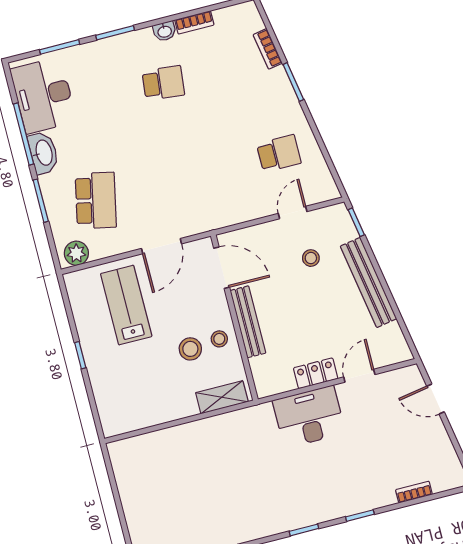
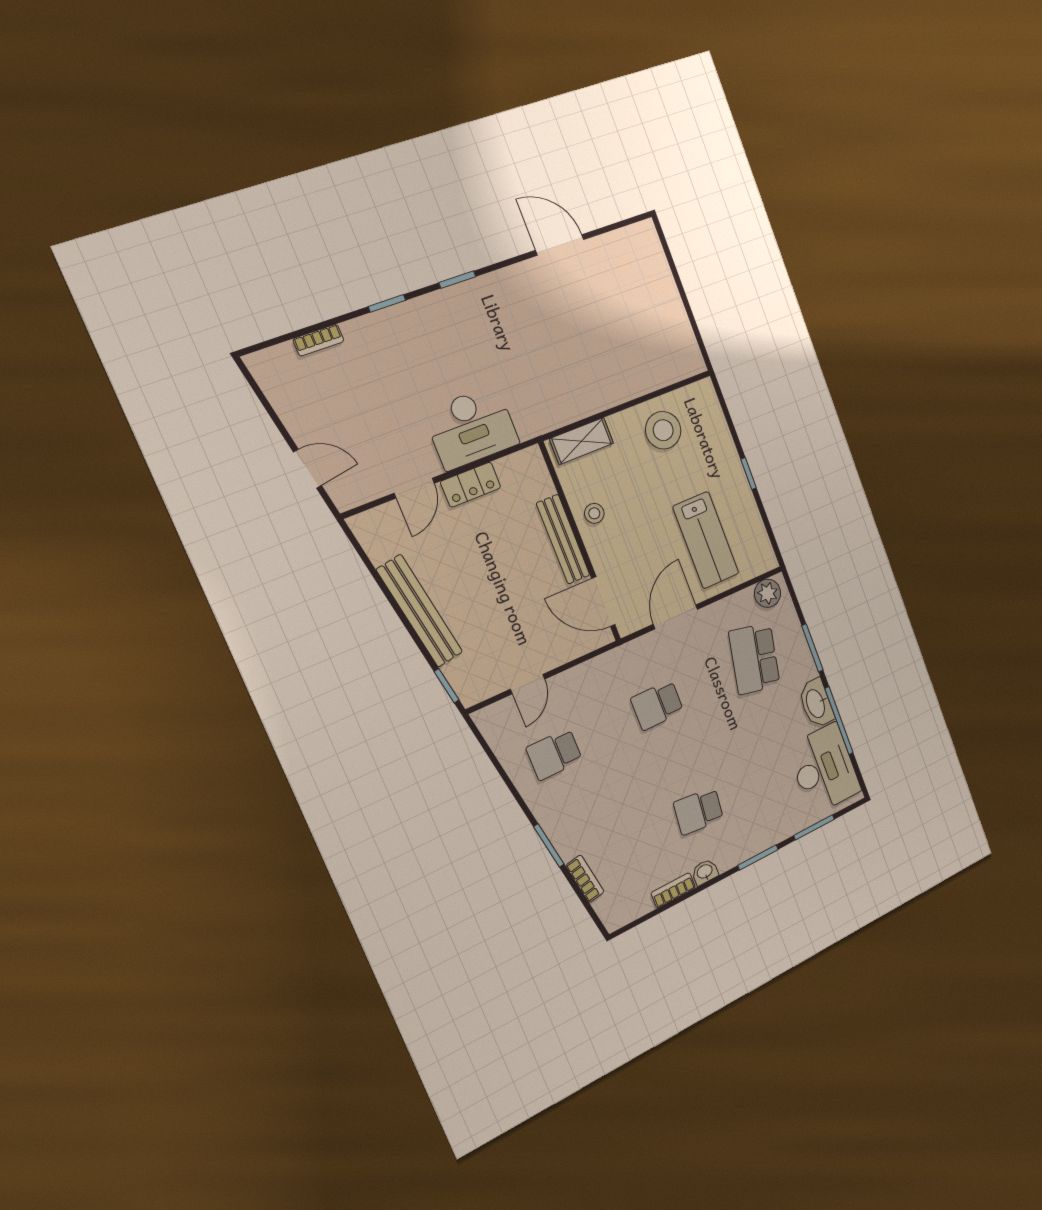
school desk: (187, 177) -> (657, 705), added
stool: (311, 258) -> (497, 631), removed
stool: (190, 349) -> (663, 430), moved, width x1.38, depth x1.38

